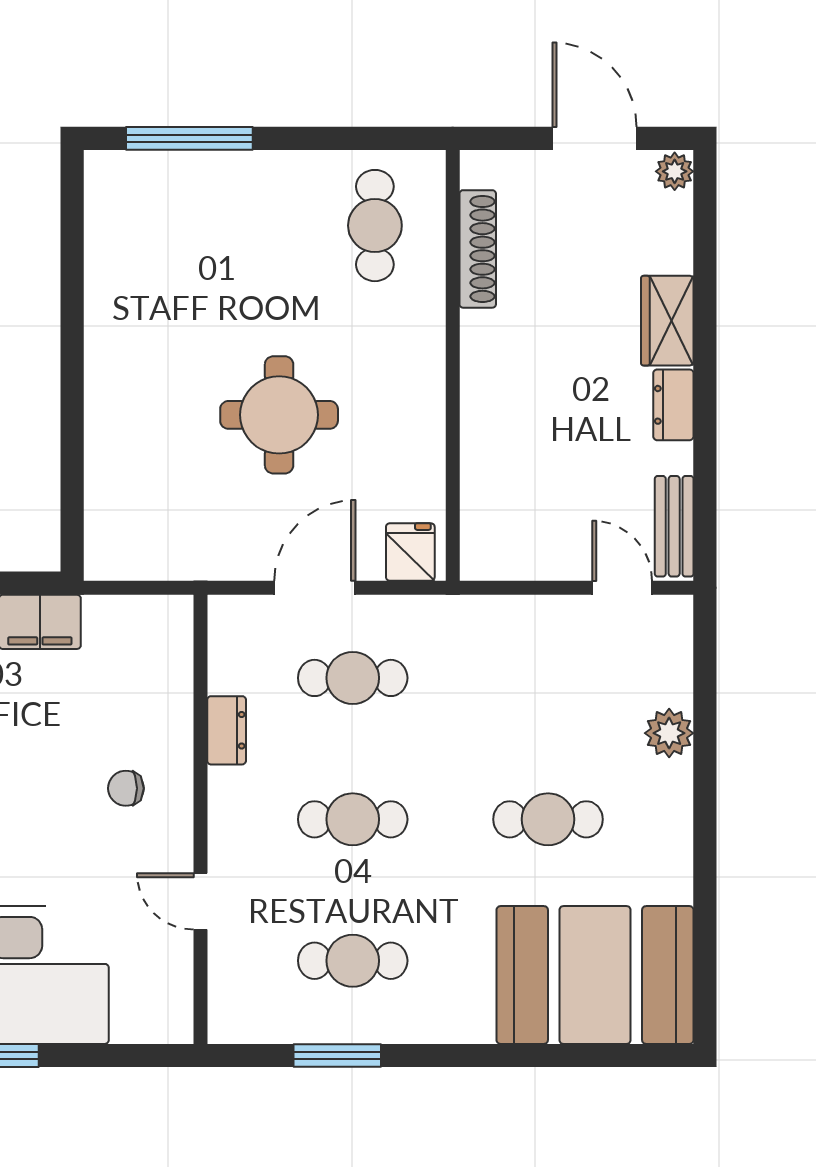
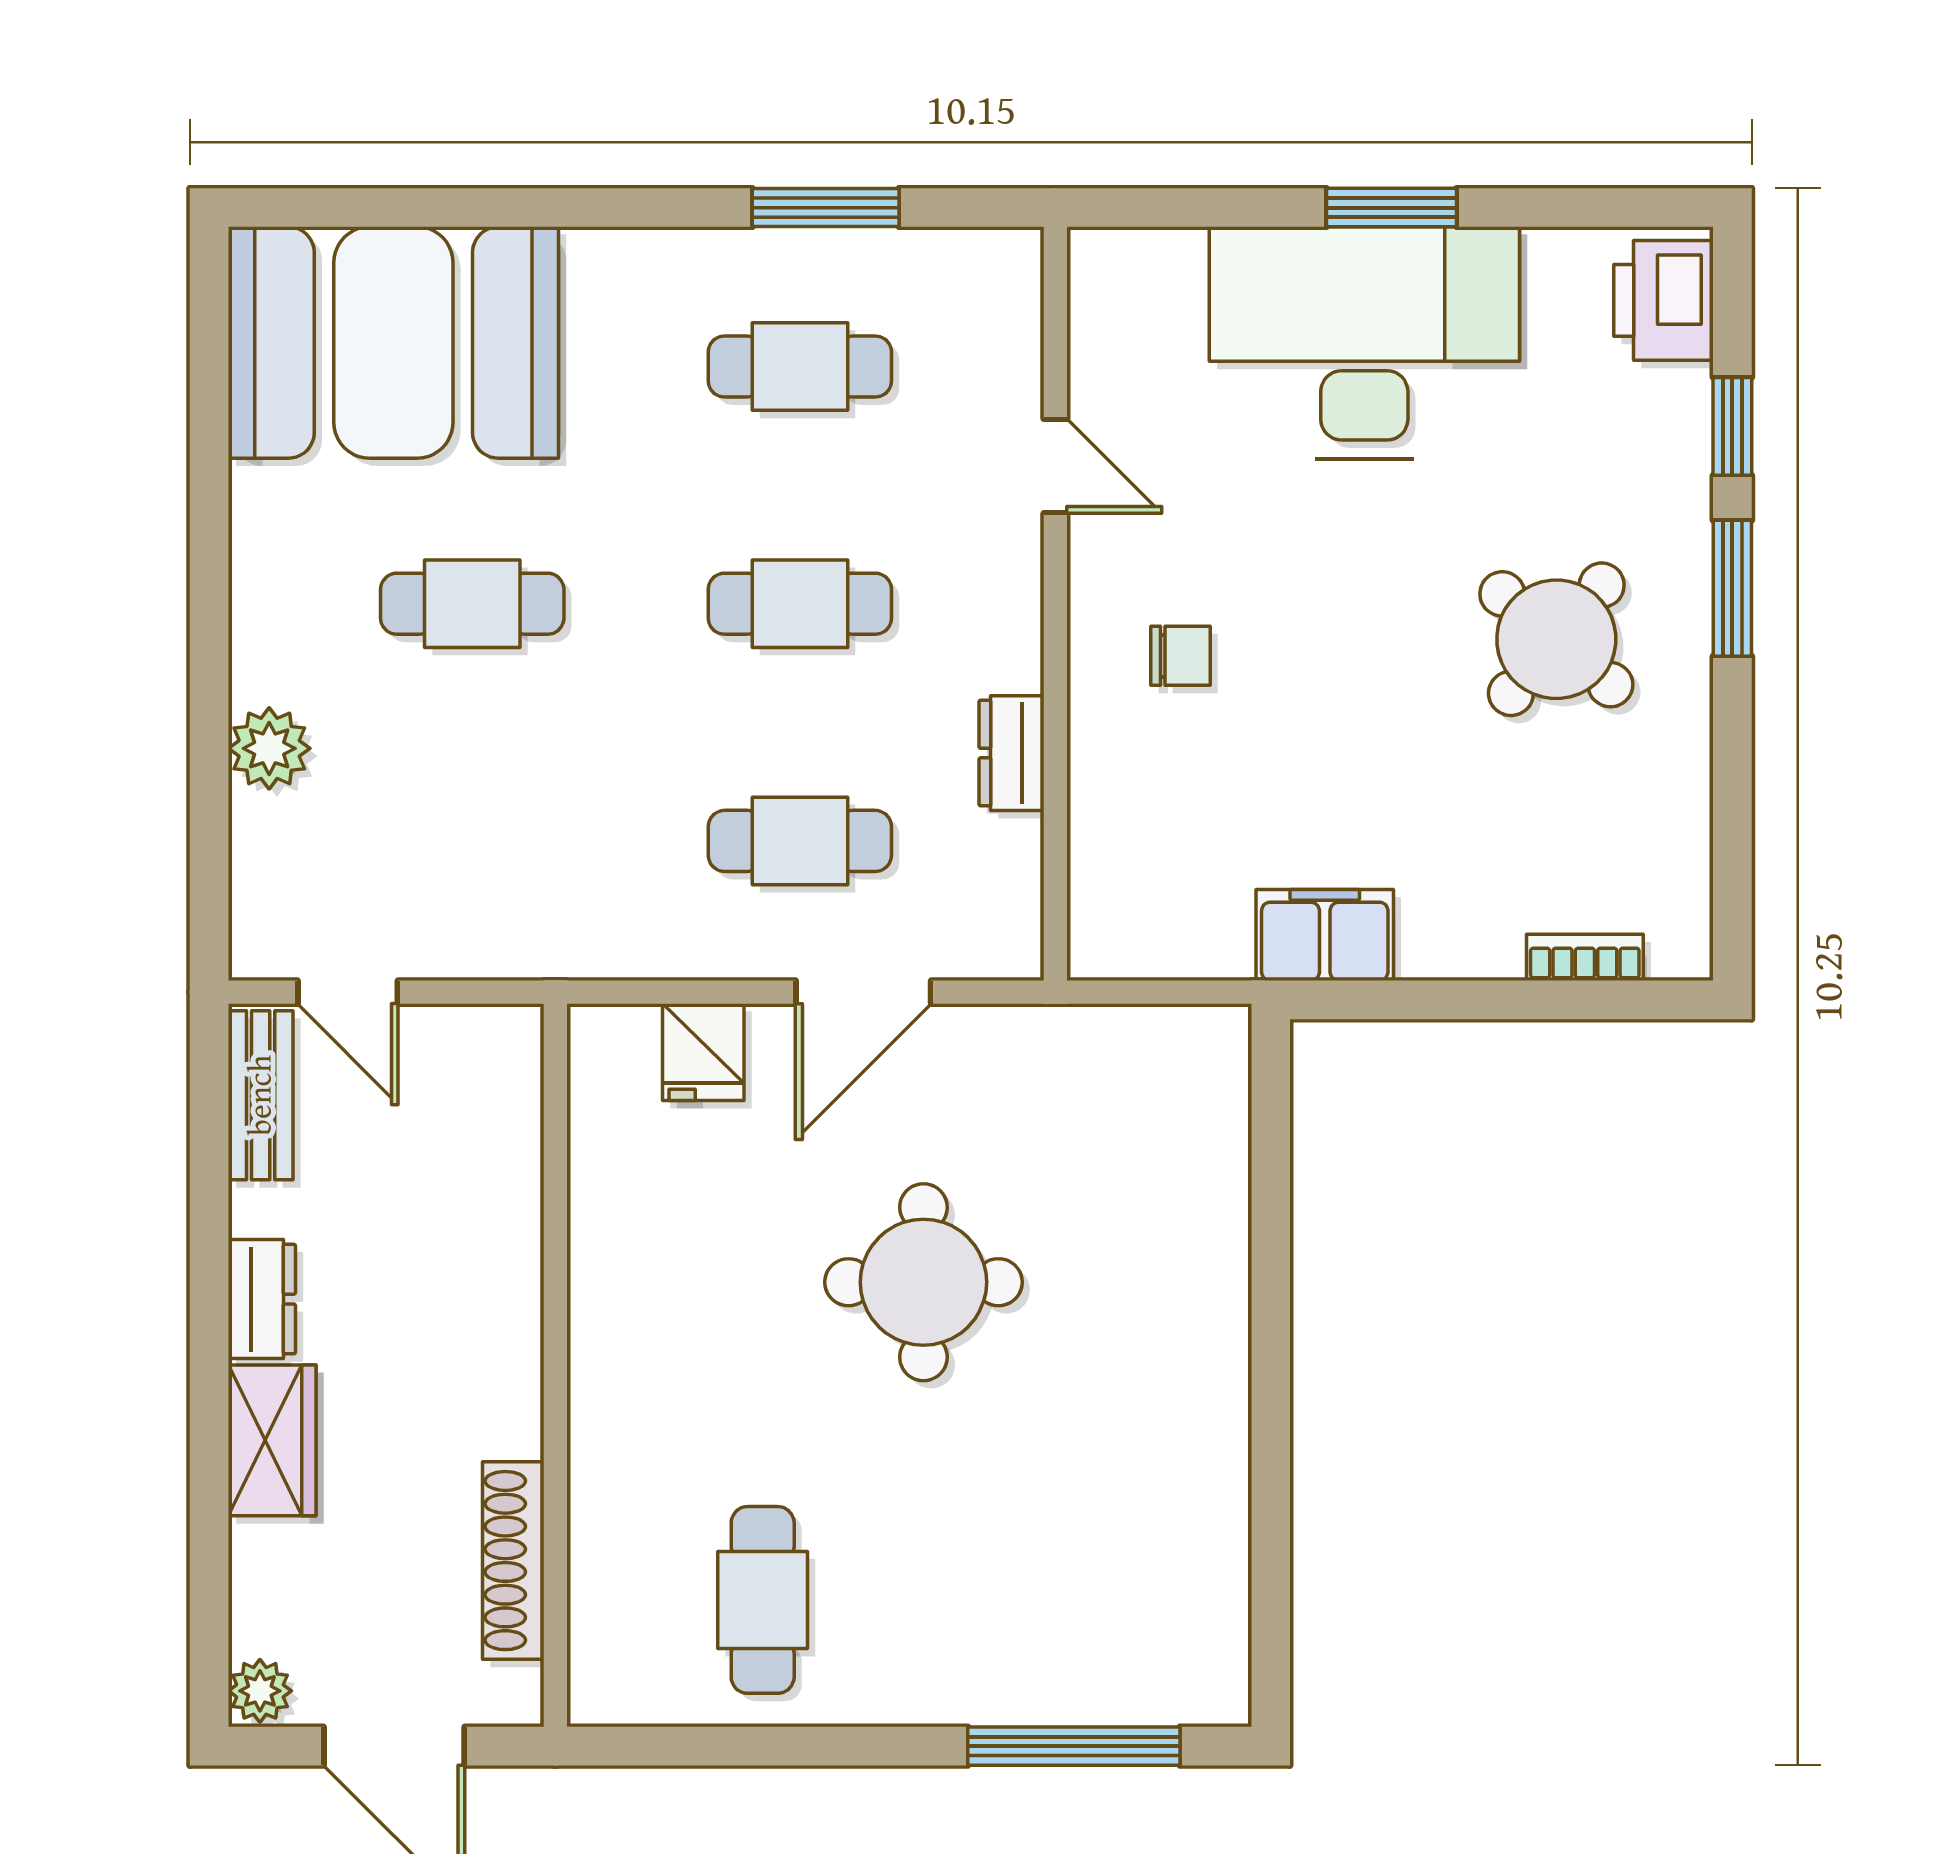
shoe rack: (478, 249) -> (513, 1561), moved
wall: (453, 365) -> (555, 1365), moved

